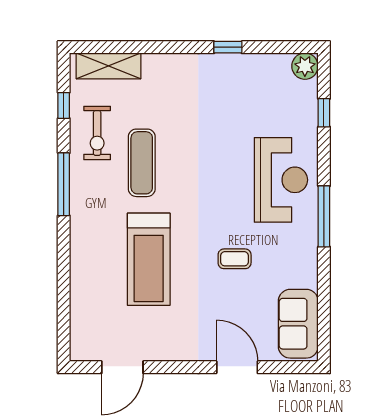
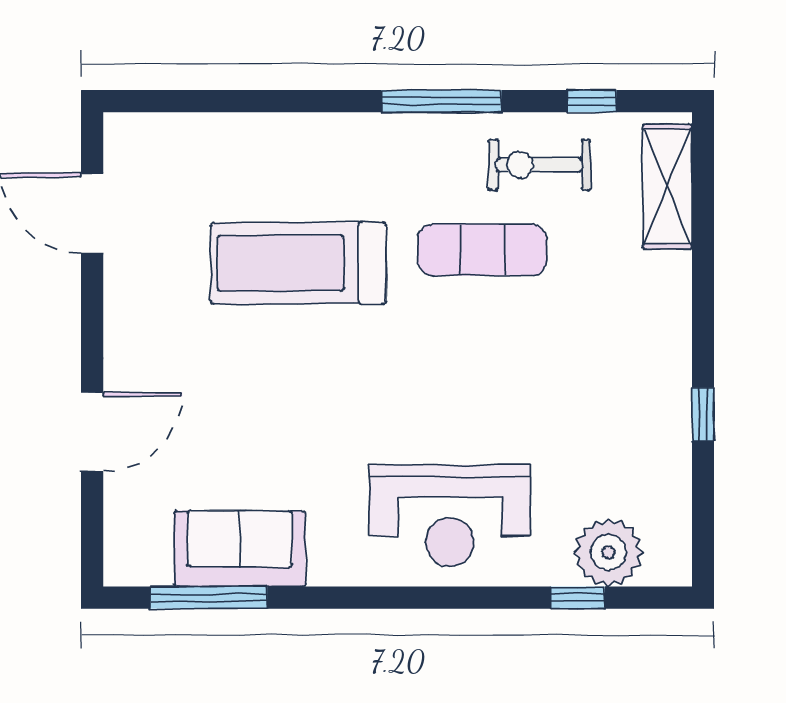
plant: (305, 66) -> (608, 552), moved, width x1.36, depth x1.36
window: (324, 216) -> (209, 598), moved
coffee table: (235, 259) -> (299, 427), removed
sofa: (298, 324) -> (240, 549), moved

